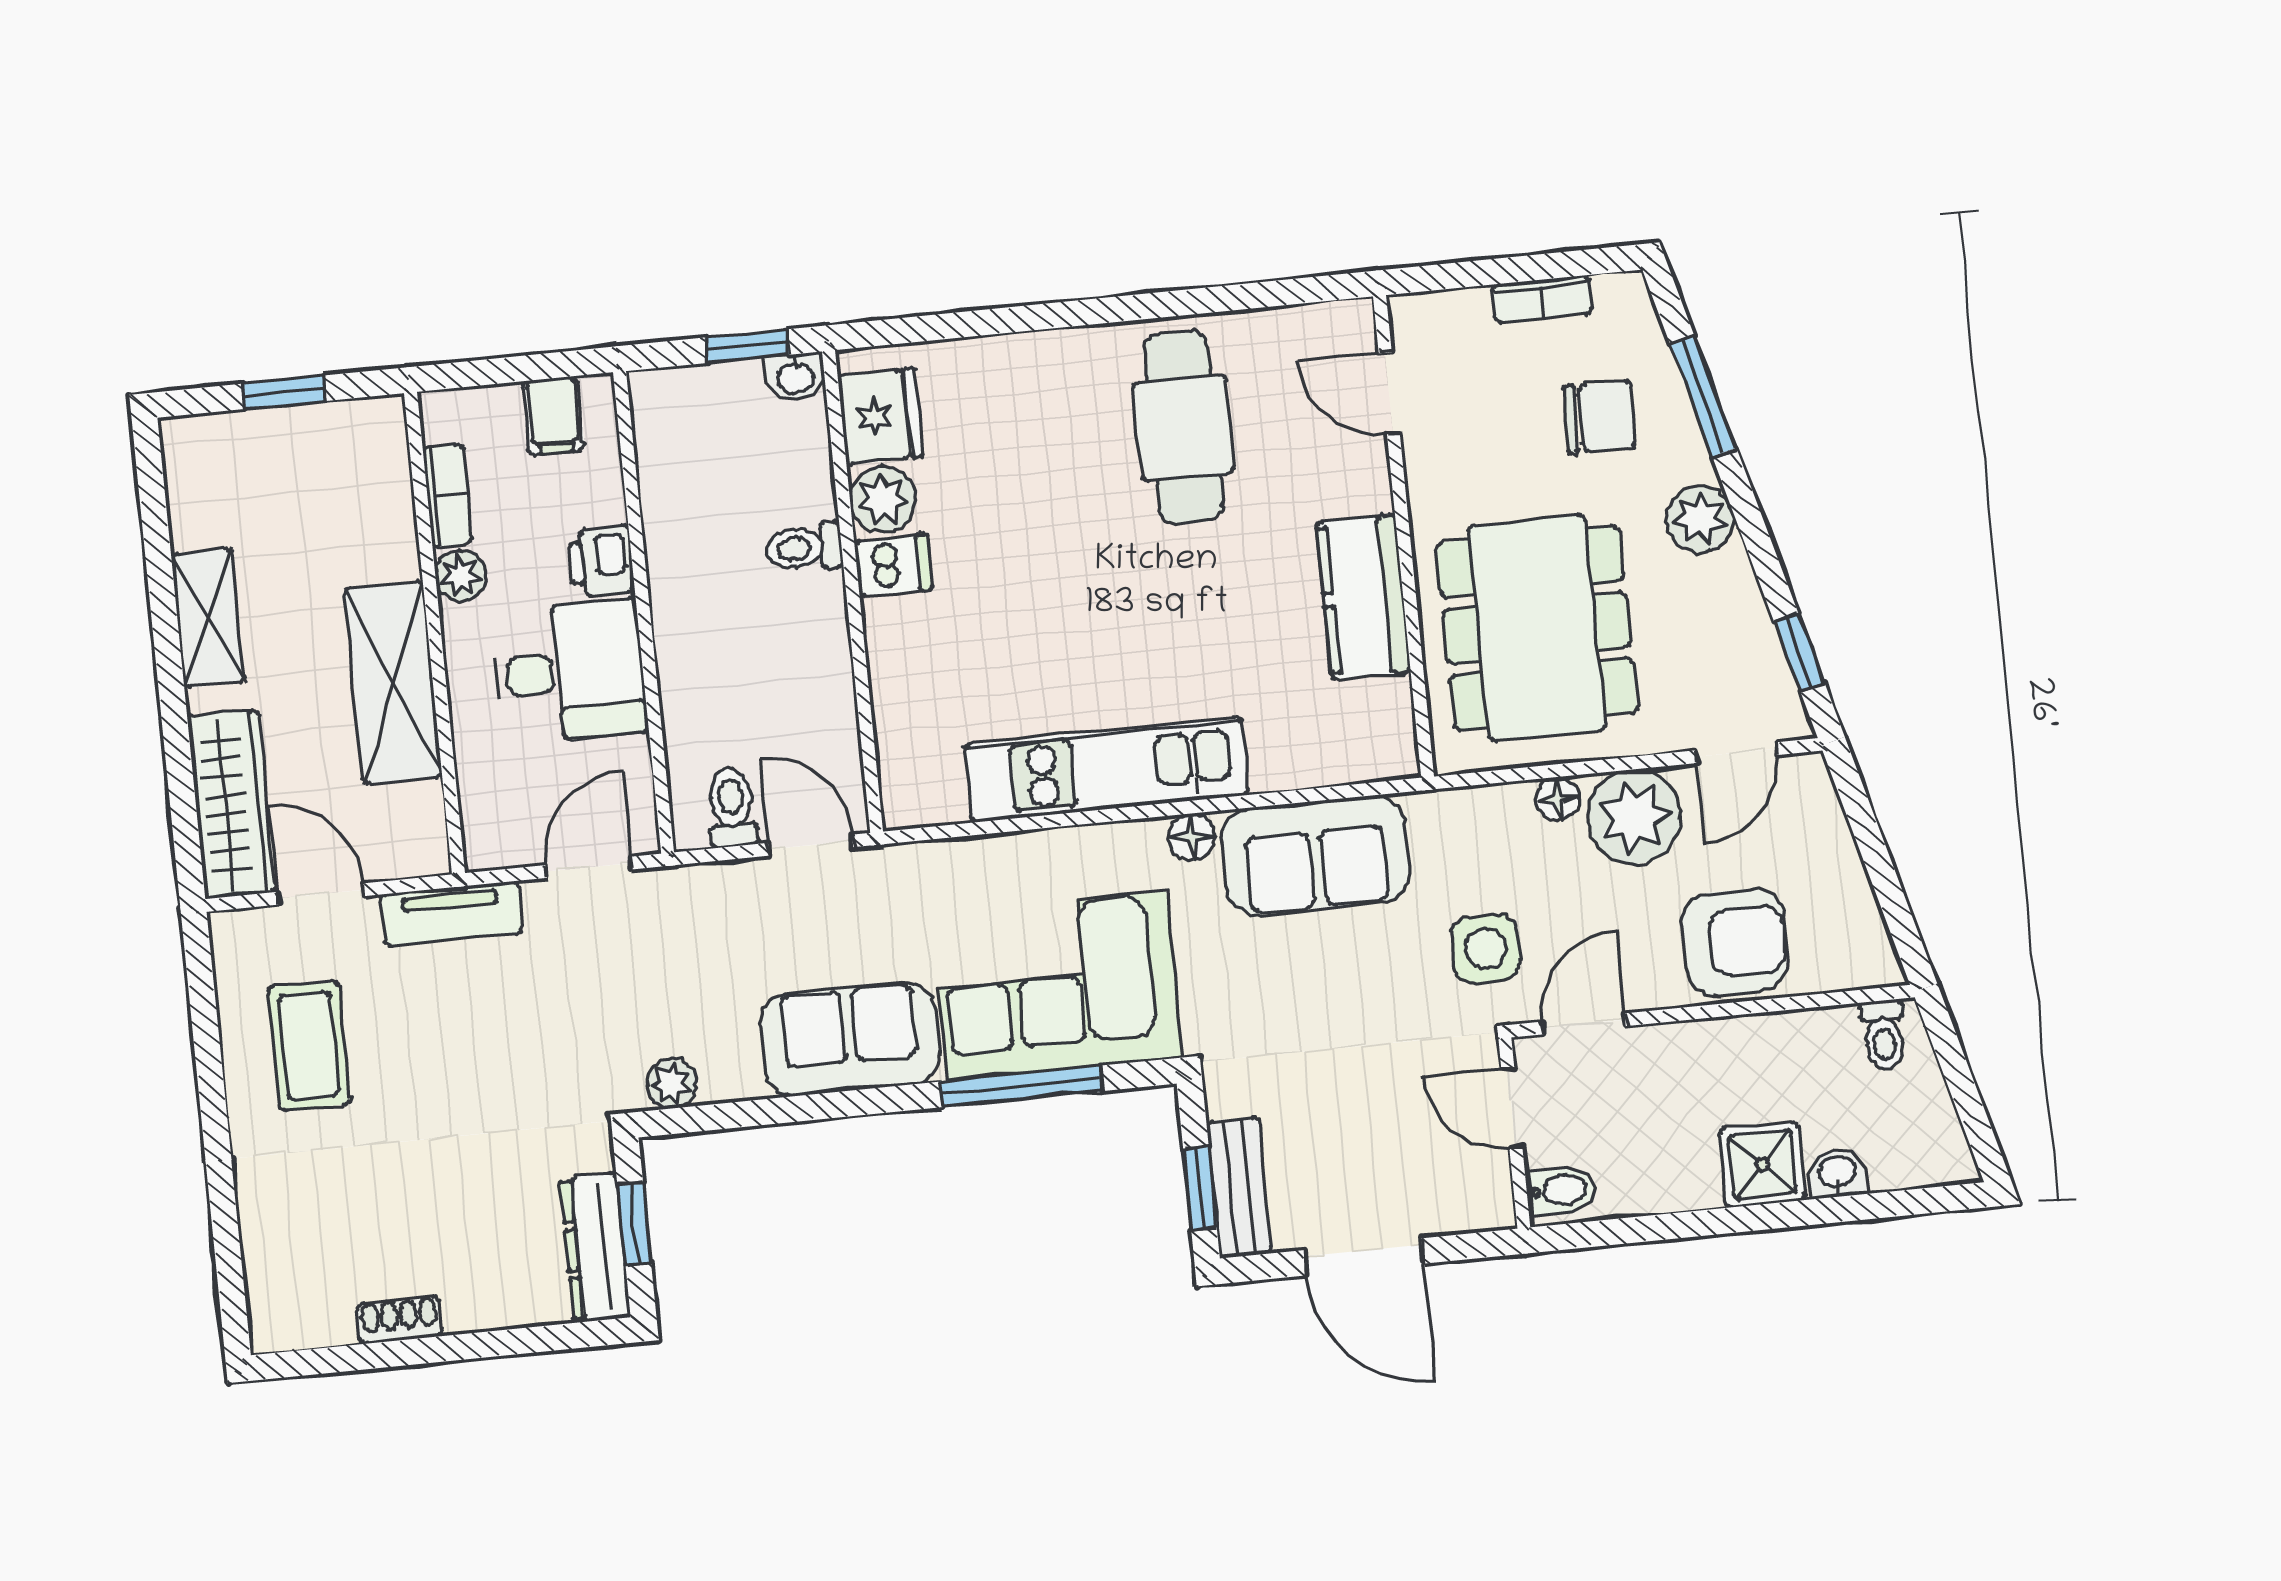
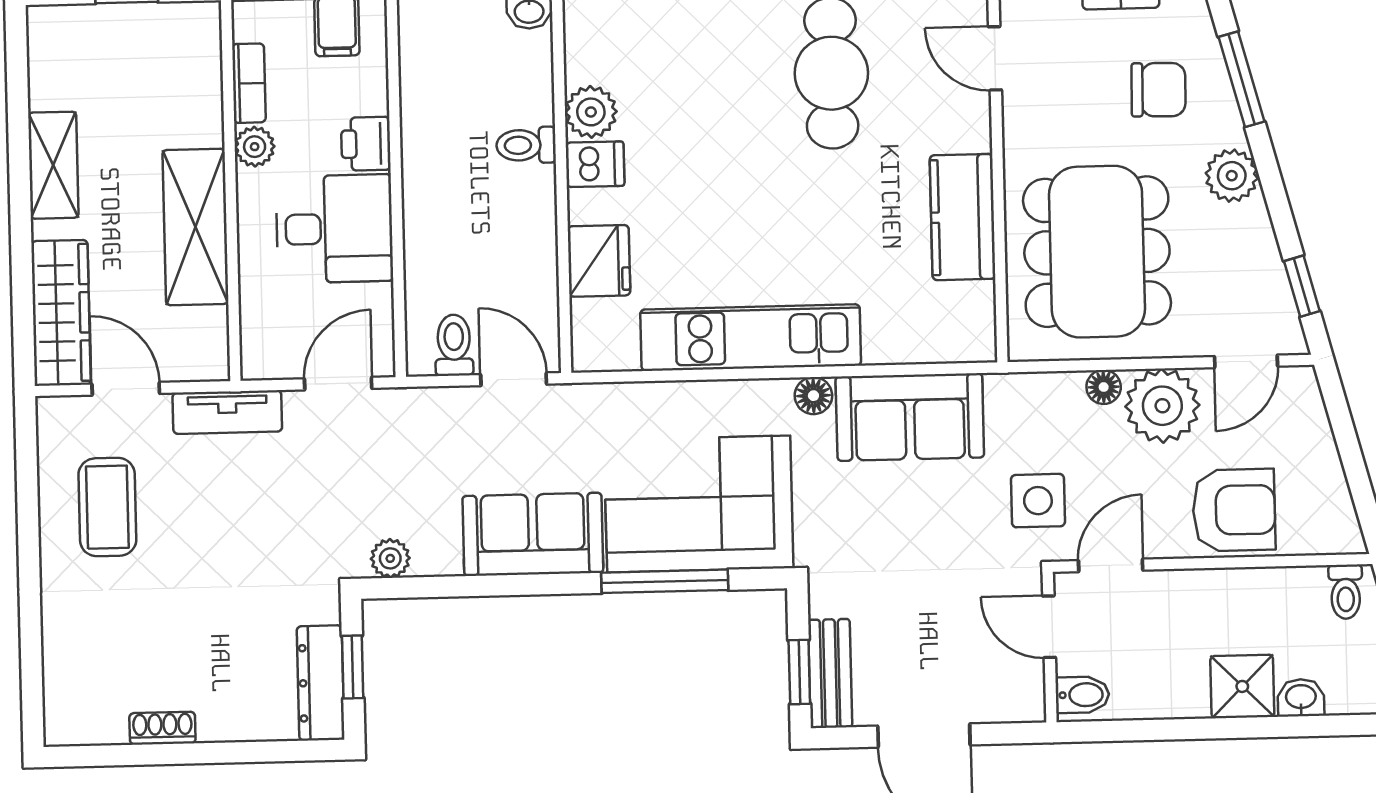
fridge: (880, 416) -> (599, 261), moved

